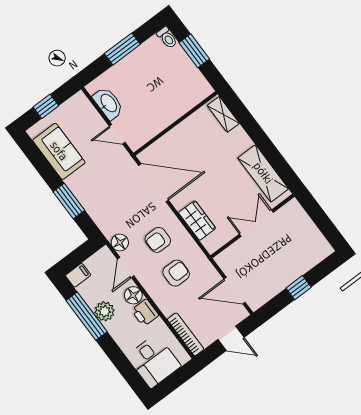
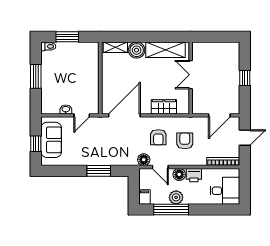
washbasin: (108, 103) -> (66, 109), width x0.52, depth x0.69
boiler: (238, 141) -> (137, 50), added
sofa: (59, 151) -> (51, 140), moved, turned 90

